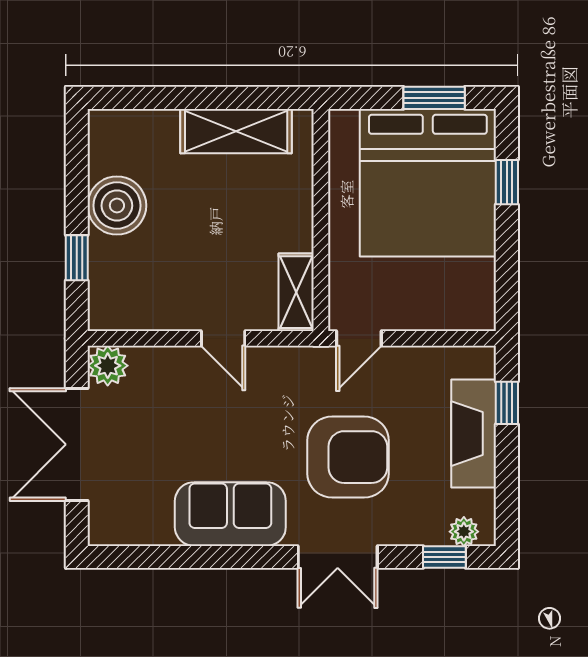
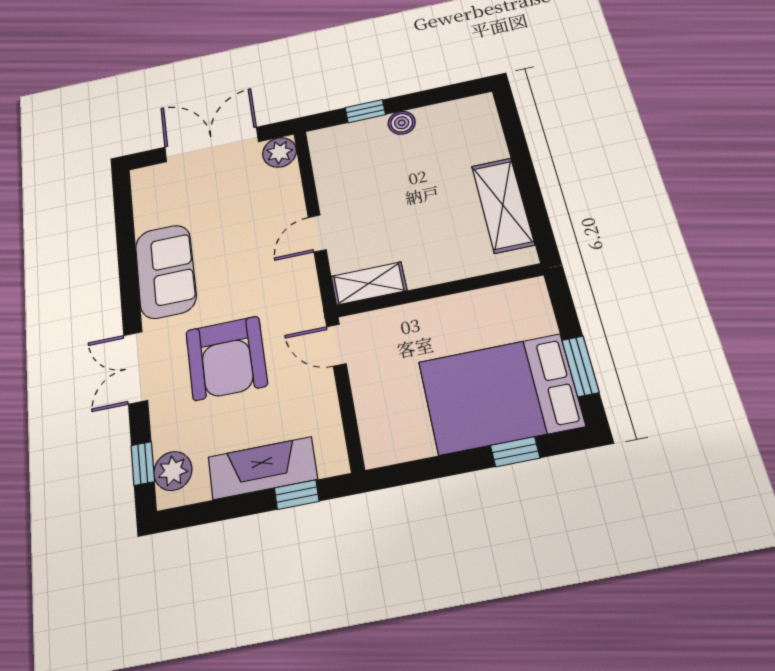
bed: (428, 183) -> (500, 394), width x0.73
boiler: (117, 206) -> (402, 123), width x0.54, depth x0.54
plant: (464, 532) -> (173, 471), width x1.38, depth x1.38

